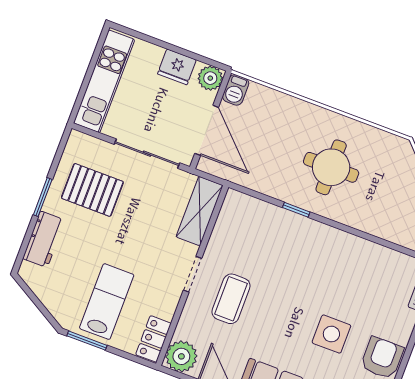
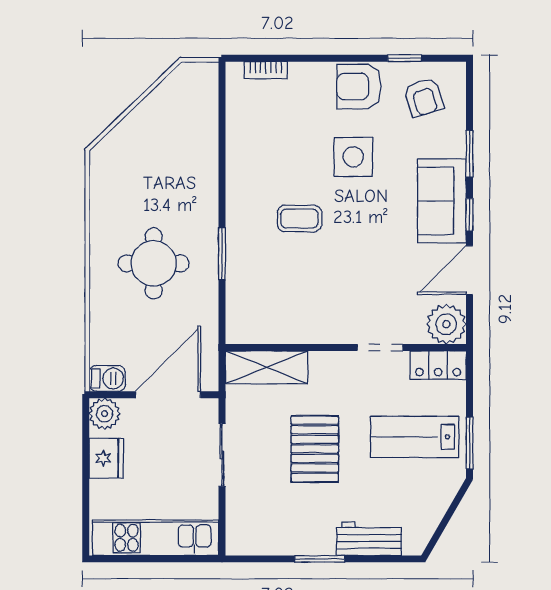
sliding door: (147, 154) -> (222, 455), width x0.73
round table: (331, 167) -> (154, 263), moved
pallet: (92, 190) -> (315, 449), moved
window: (296, 210) -> (222, 254), width x1.50
doorway: (193, 274) -> (380, 347), moved
coffee table: (231, 299) -> (299, 219), moved, width x0.73, depth x0.77

